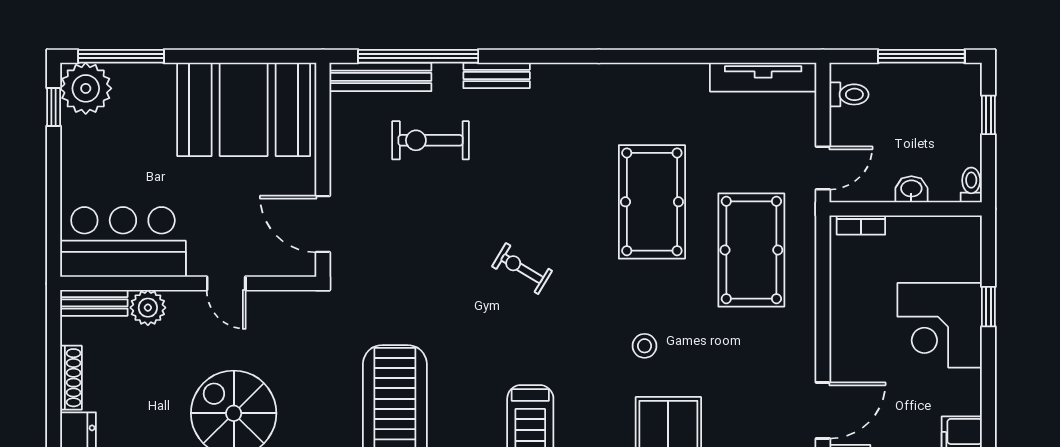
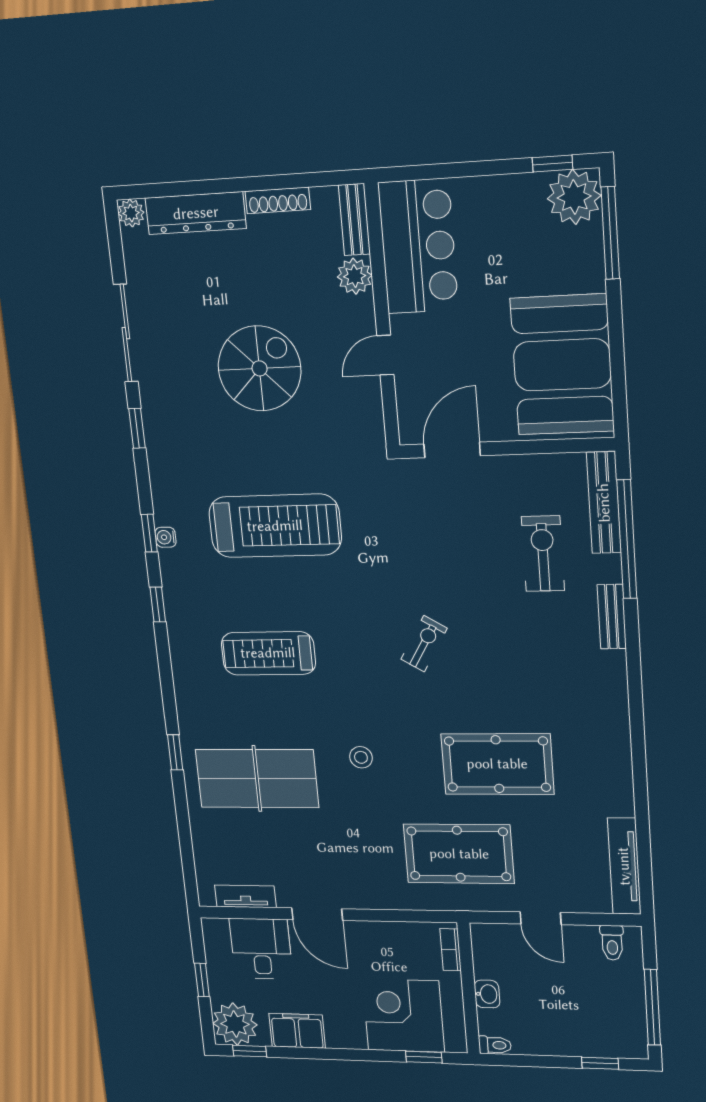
toilet: (971, 185) -> (495, 1045), moved
washbasin: (911, 189) -> (487, 994), moved
wall: (906, 209) -> (469, 989), moved
bookcase: (861, 225) -> (451, 950), moved

